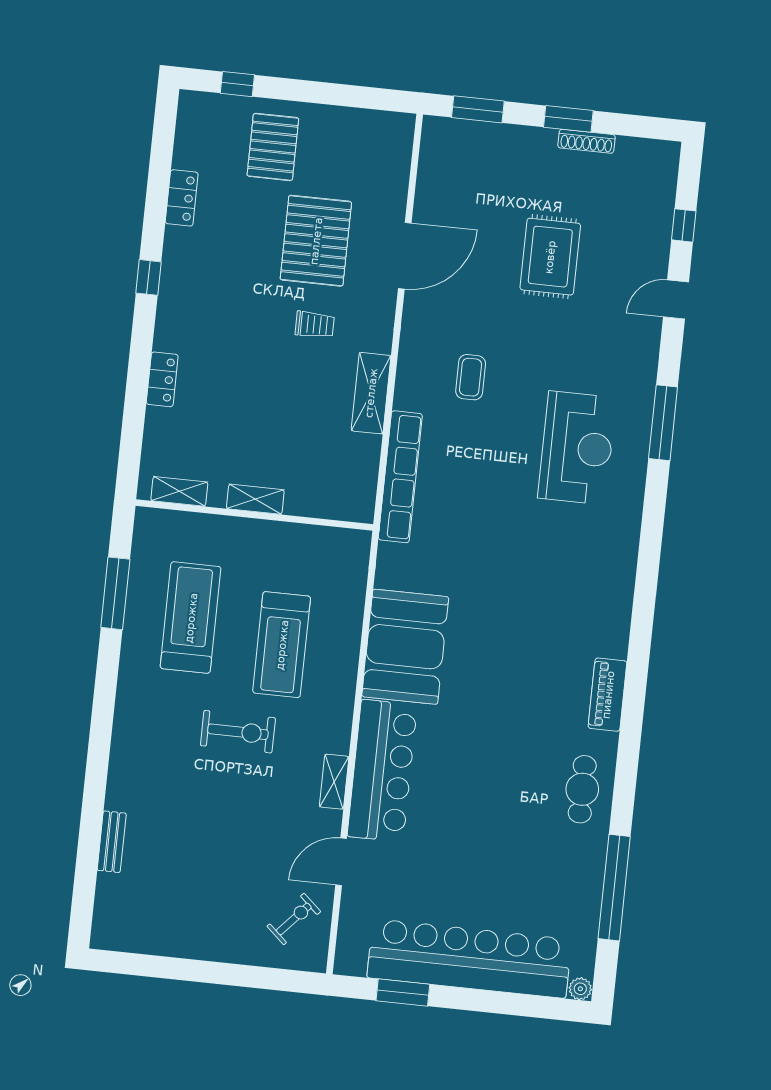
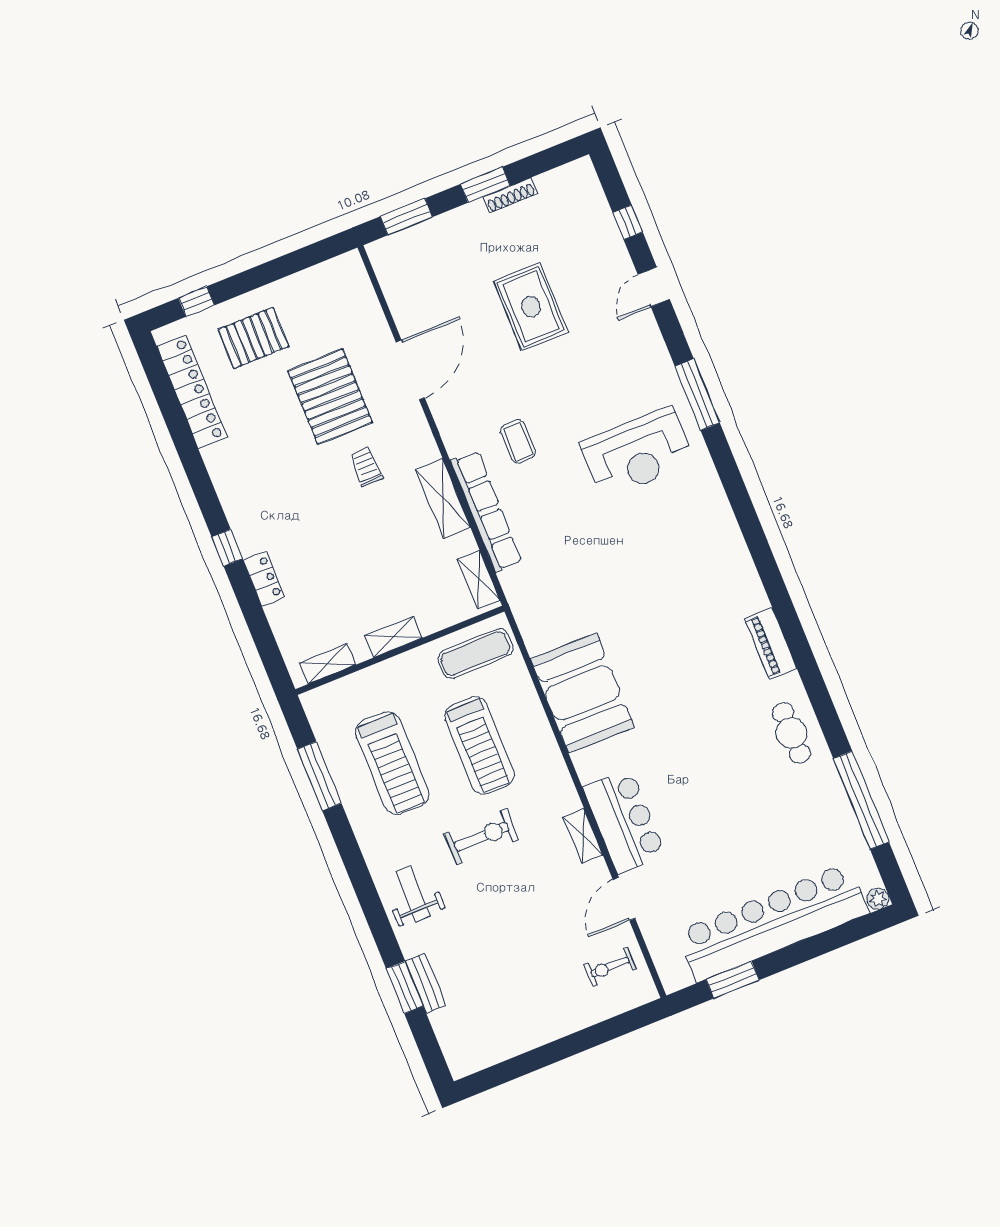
pallet: (273, 147) -> (253, 338), turned 90
locker: (182, 198) -> (192, 392), width x2.16, depth x1.21
window: (148, 277) -> (227, 548), moved
trolley: (315, 325) -> (366, 466), turned -90
reception desk: (577, 448) -> (637, 453), turned 90
row of seats: (400, 477) -> (486, 511), moved
shelving: (364, 488) -> (479, 580), added
exercise mat: (324, 556) -> (475, 653), added
treadmill: (191, 618) -> (392, 763), turned 180
weight bench: (144, 751) -> (413, 894), added
bar counter: (382, 771) -> (624, 821), width x0.73
window: (90, 835) -> (405, 987), added
exercise bike: (294, 919) -> (610, 967), turned -132

